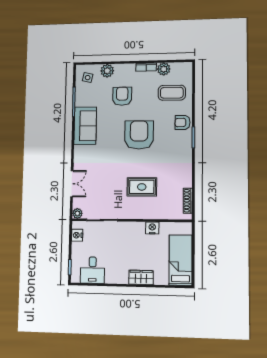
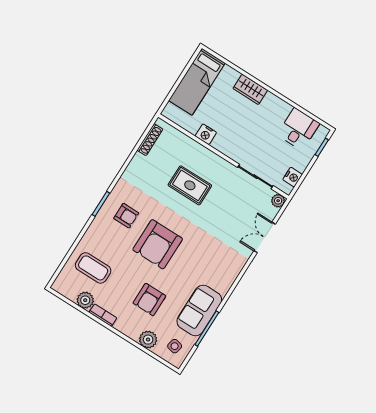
armchair: (182, 122) -> (126, 216), moved
sofa: (85, 126) -> (199, 311), moved

